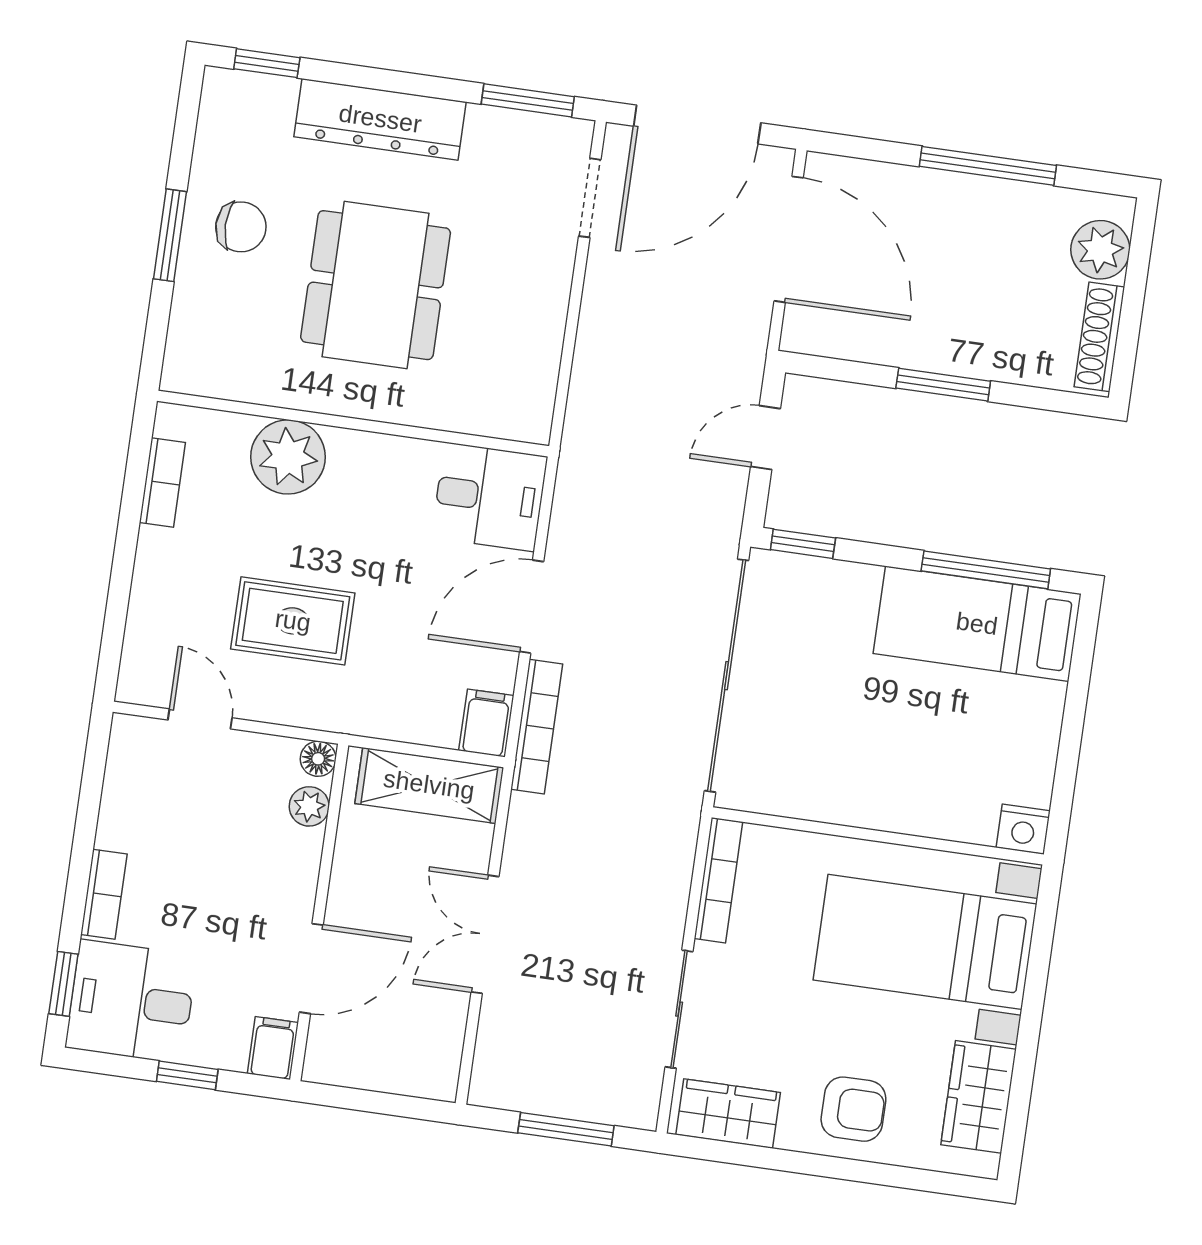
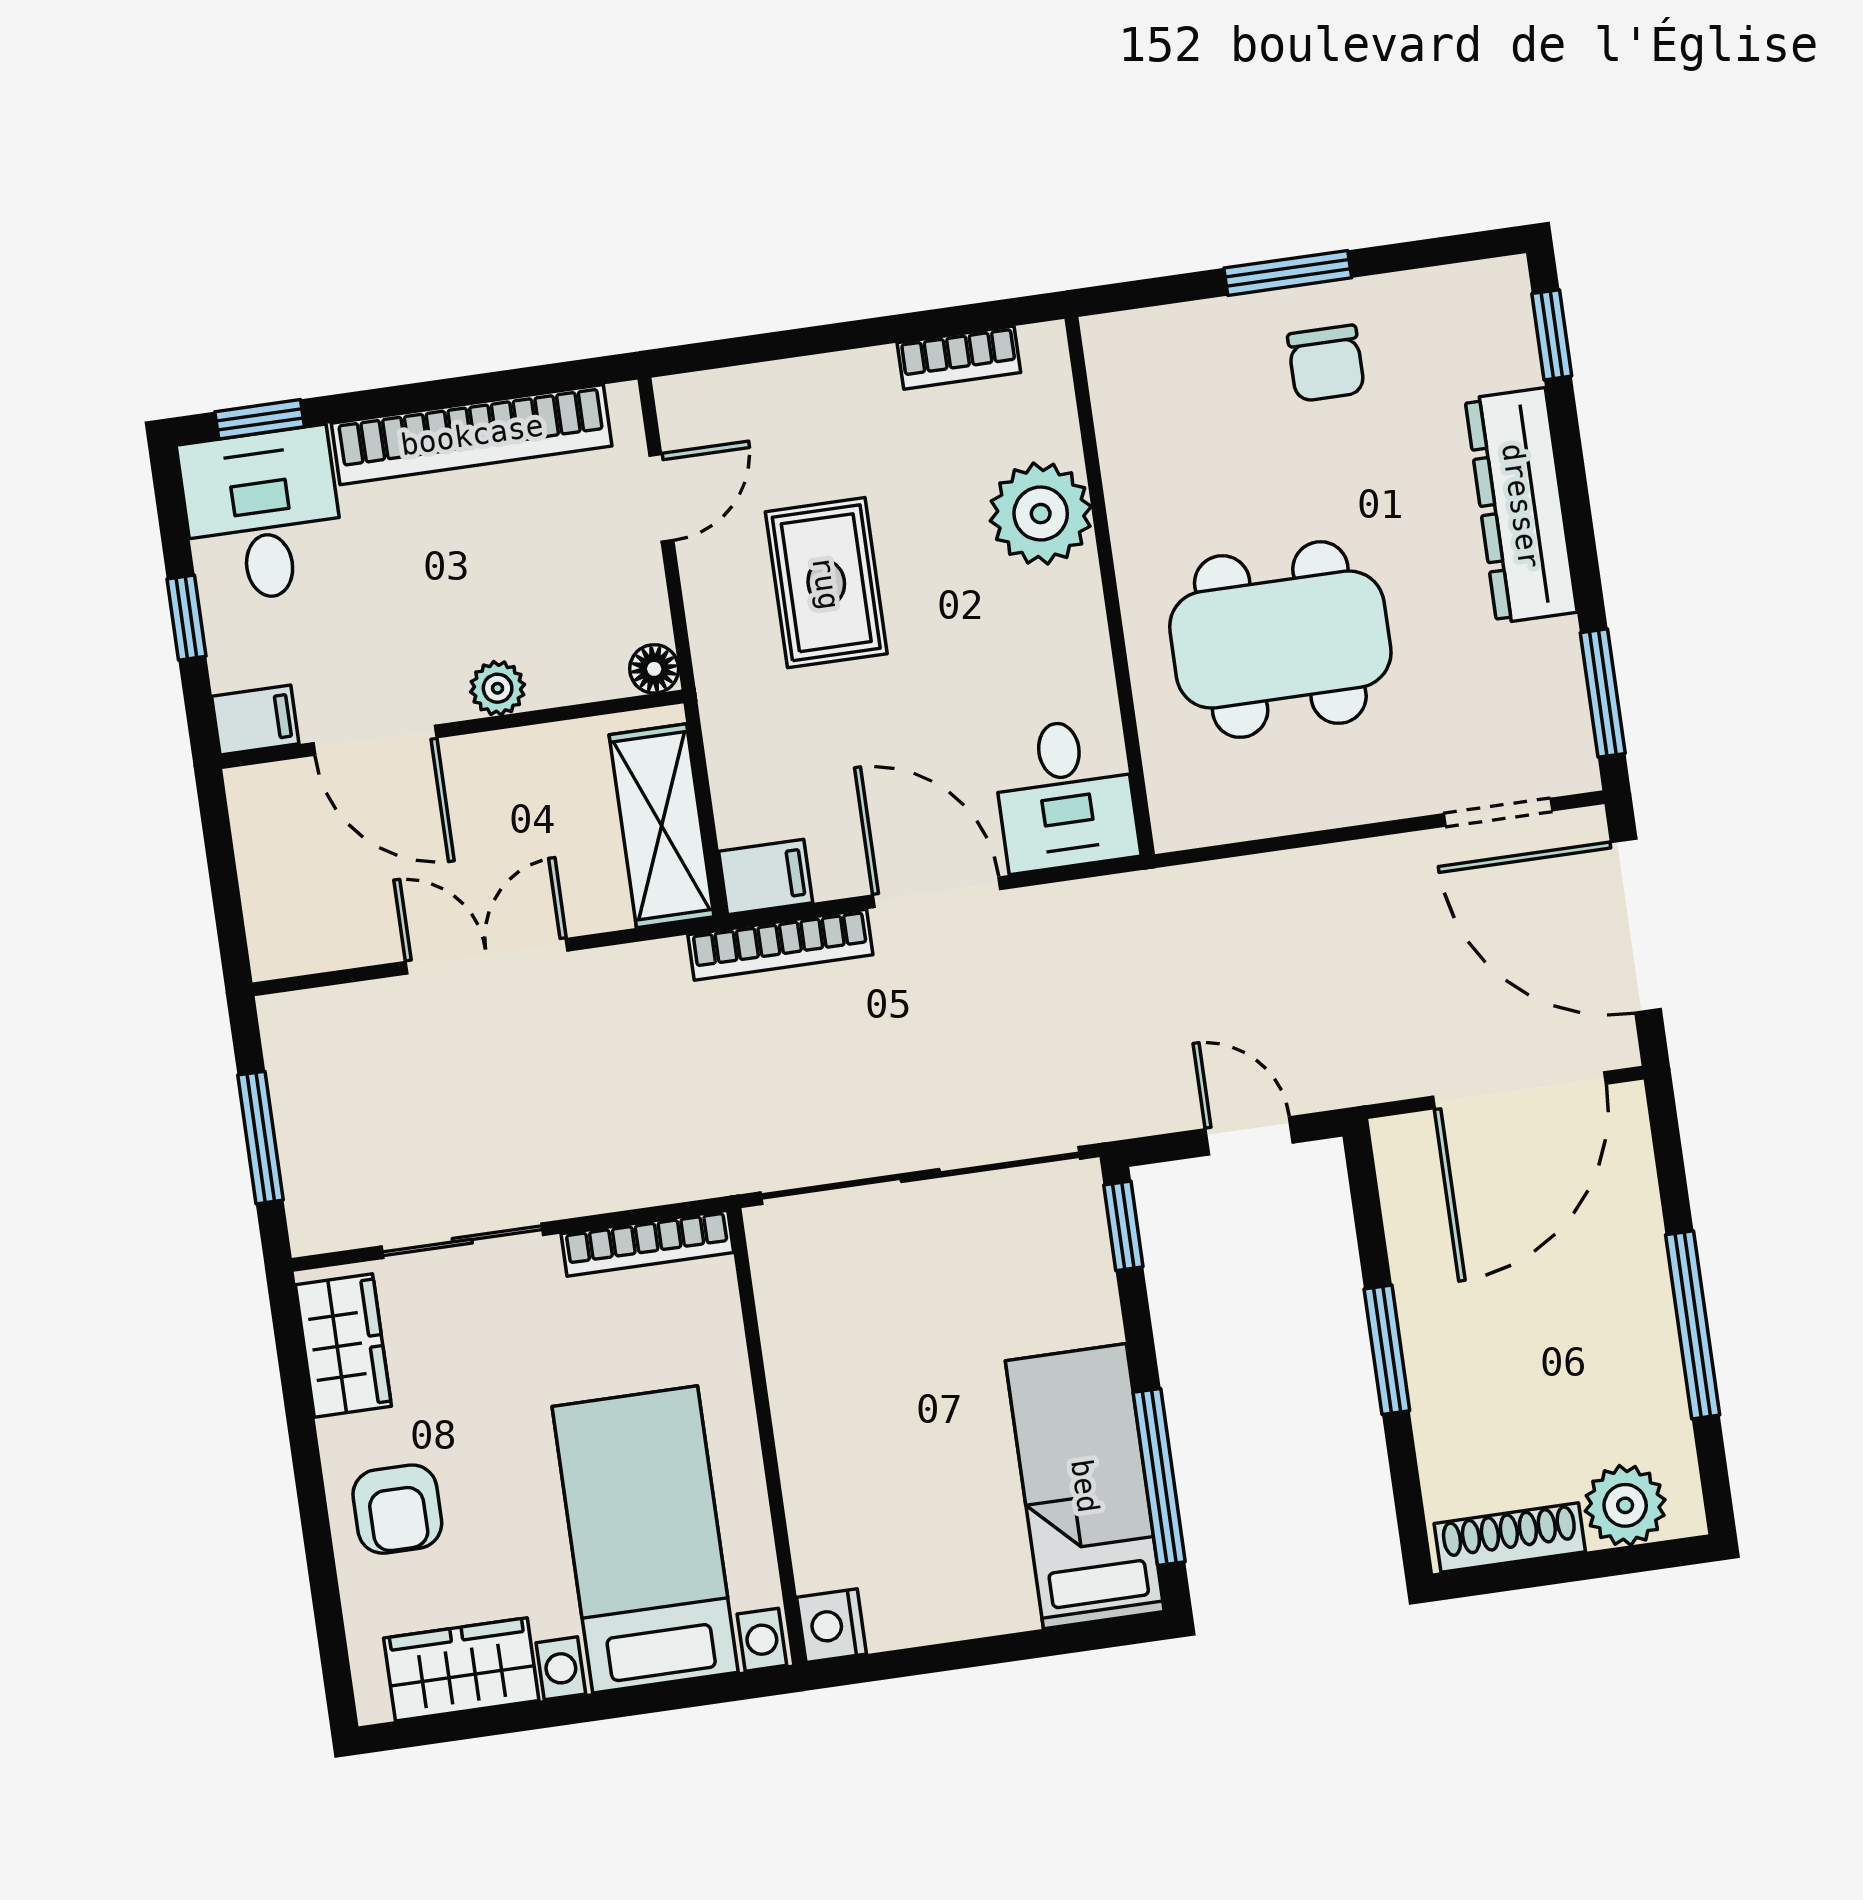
dining table: (376, 285) -> (1280, 640), moved
plant: (309, 806) -> (498, 688), moved
bookcase: (104, 894) -> (472, 435), width x2.31, depth x1.31

